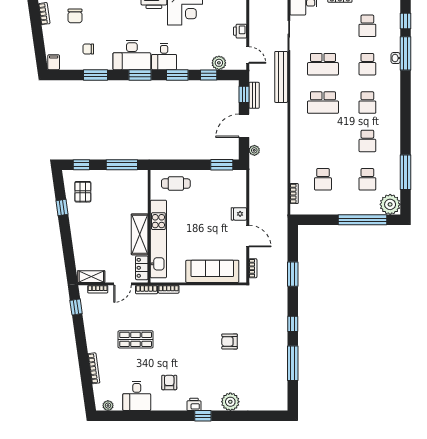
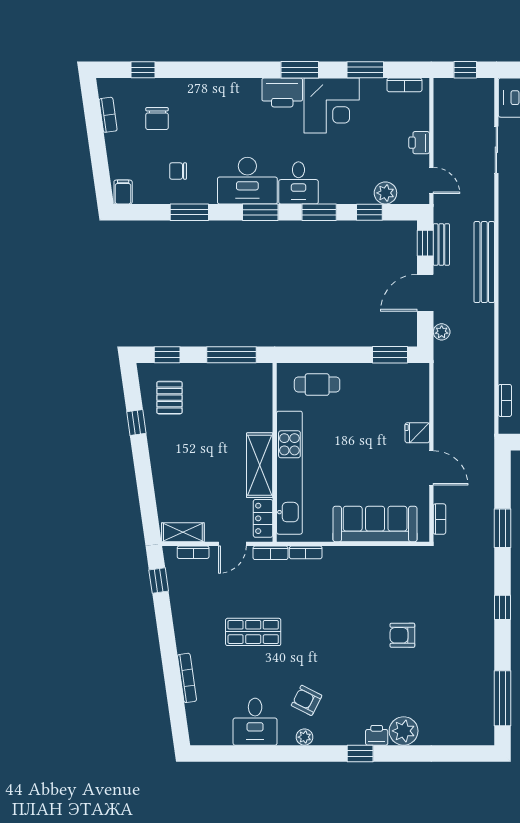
bench: (281, 77) -> (484, 262), moved
window: (293, 363) -> (503, 698), moved
armchair: (169, 382) -> (307, 700), turned -63
printer: (194, 404) -> (377, 735), moved
plant: (108, 406) -> (305, 737), moved

